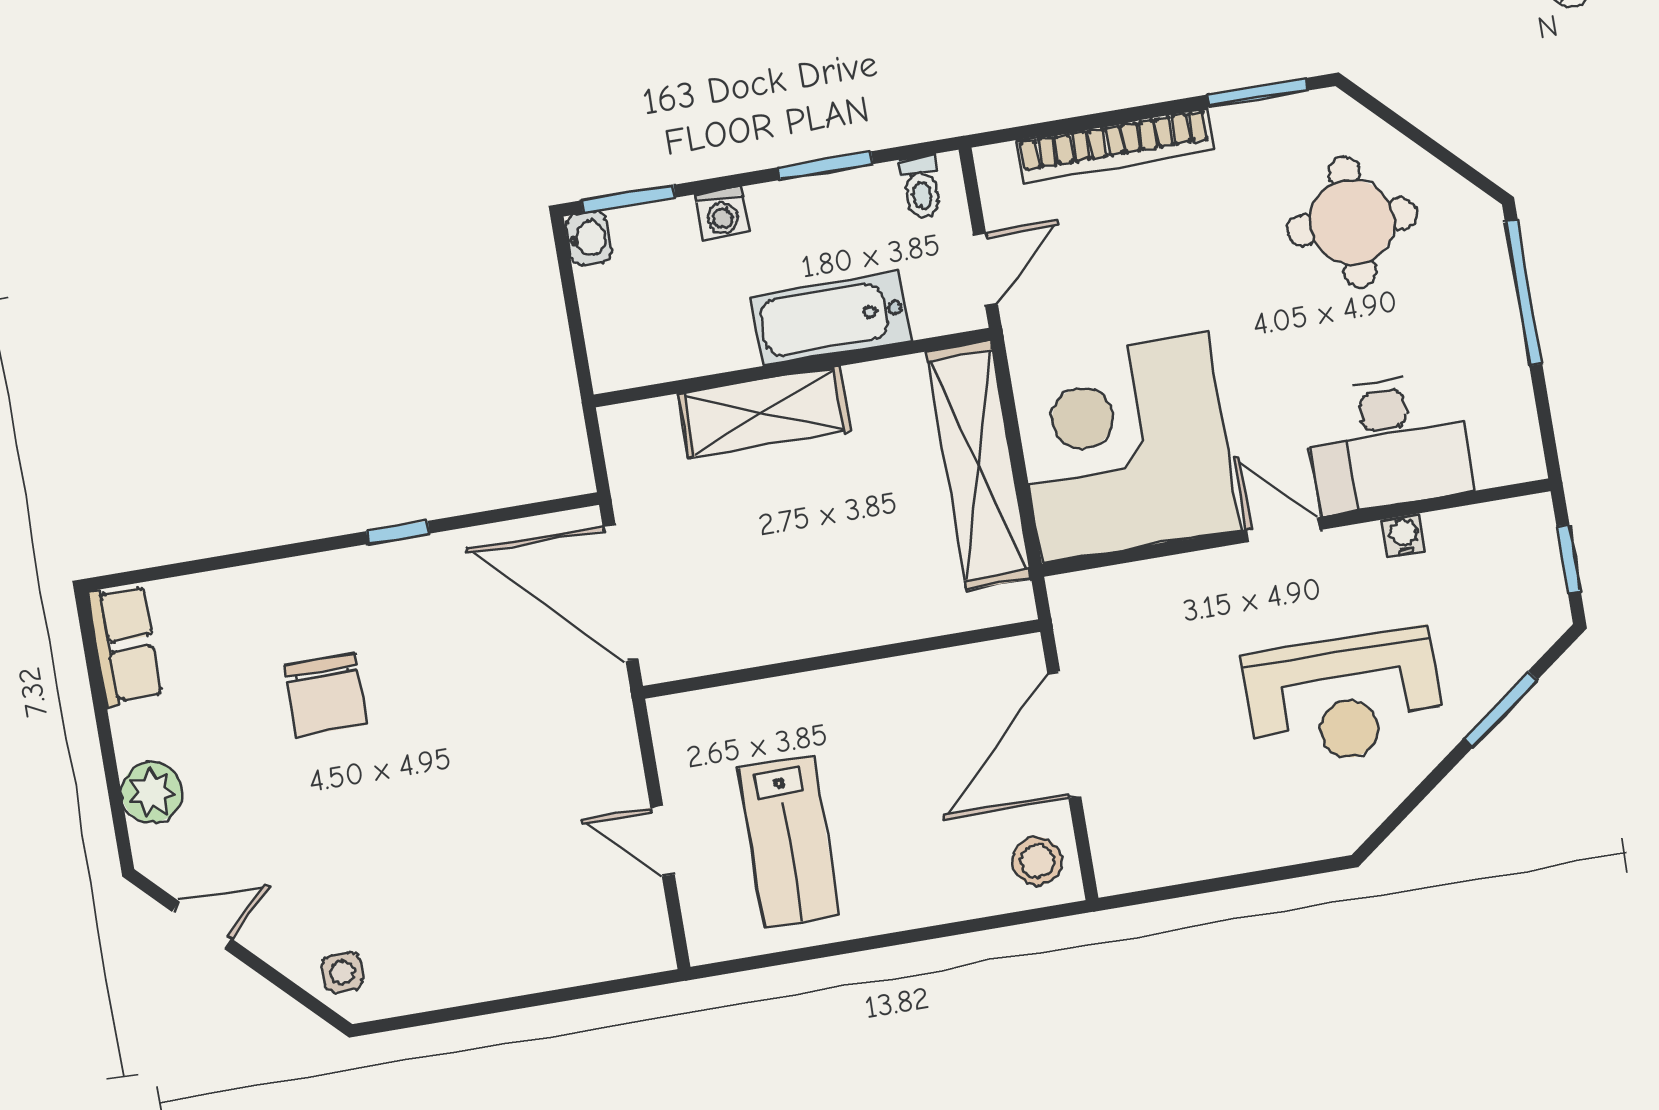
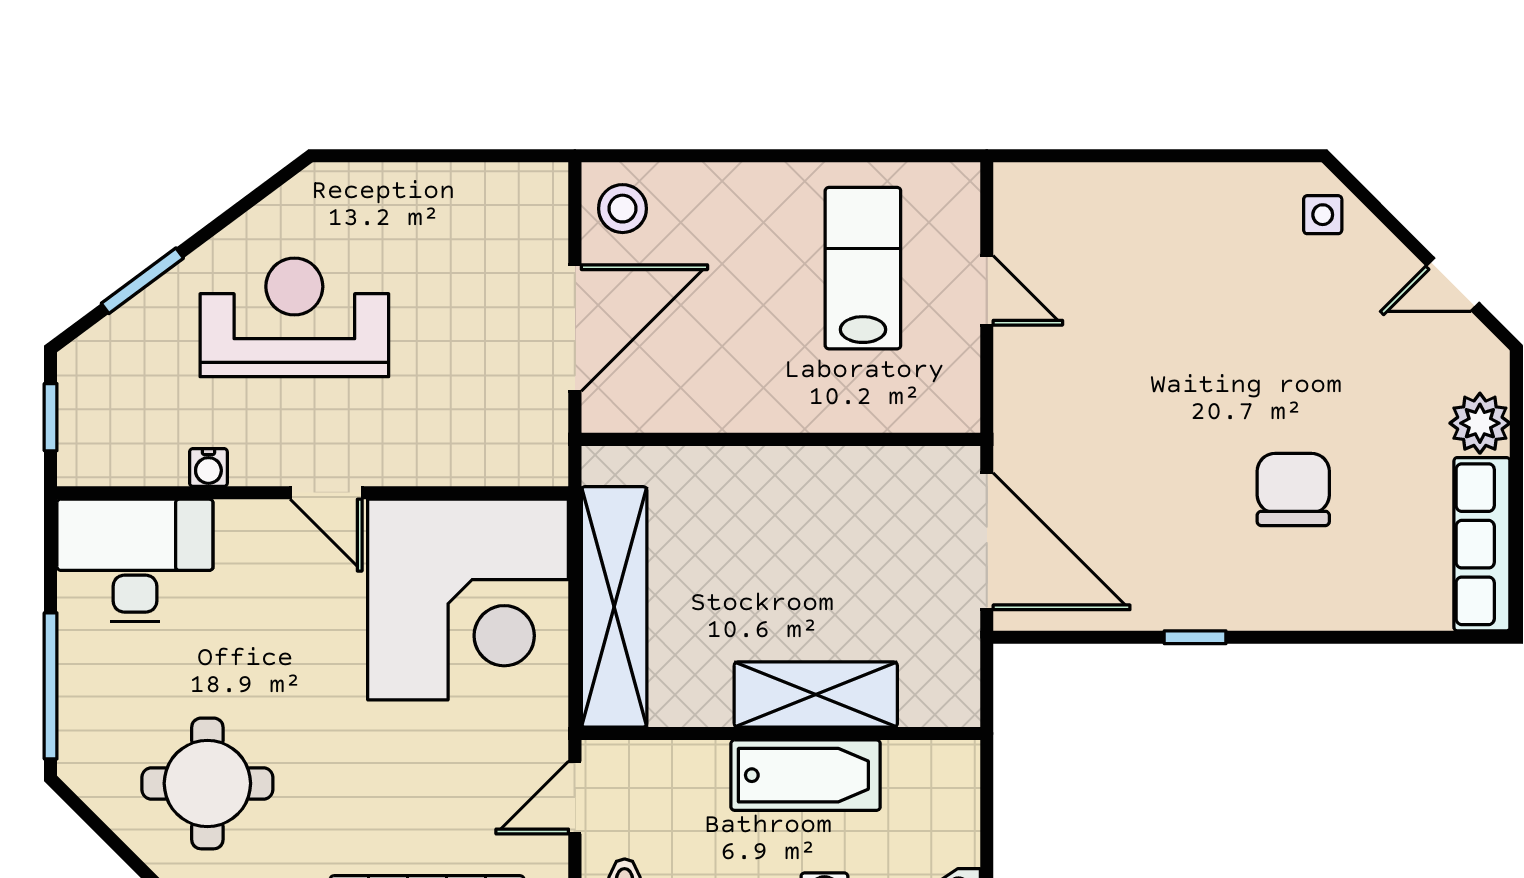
bathtub: (831, 319) -> (806, 775), moved
desk: (1388, 443) -> (135, 561), moved
row of seats: (125, 645) -> (1482, 544), width x1.48

